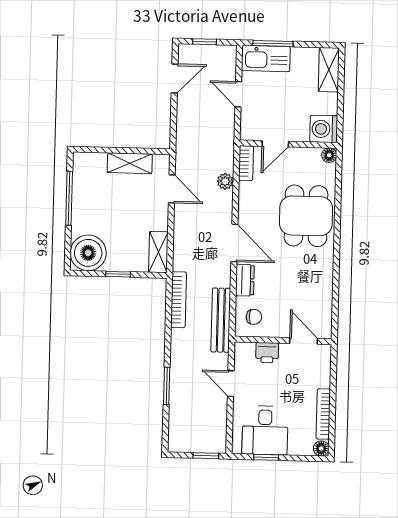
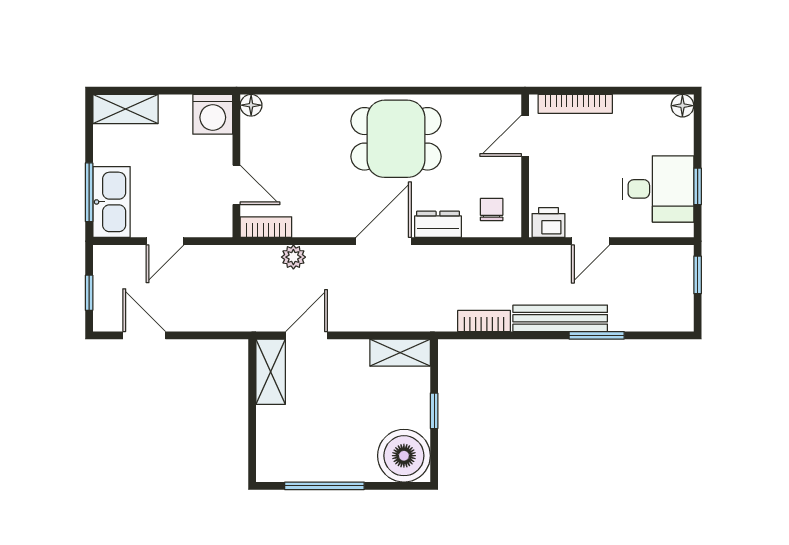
shelving: (130, 163) -> (271, 372), moved
dining table: (306, 216) -> (396, 139), moved
bookcase: (179, 300) -> (484, 321), width x0.64
bench: (221, 320) -> (560, 318), moved
printer: (267, 353) -> (549, 222), moved, turned -90
bookcase: (323, 414) -> (575, 104), moved

